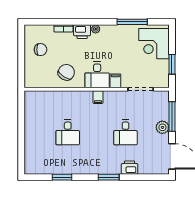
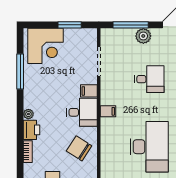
desk: (68, 132) -> (149, 147), width x1.87, depth x1.30

